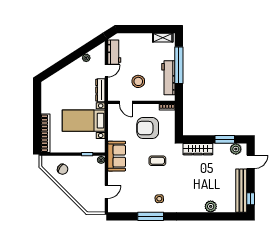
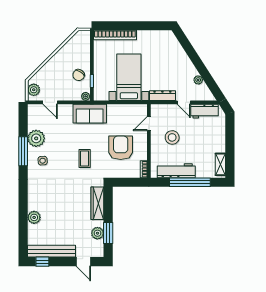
plant: (236, 149) -> (97, 233), moved
chair: (63, 169) -> (79, 75), moved
plant: (139, 204) -> (36, 138), added
plant: (95, 207) -> (34, 90), added

